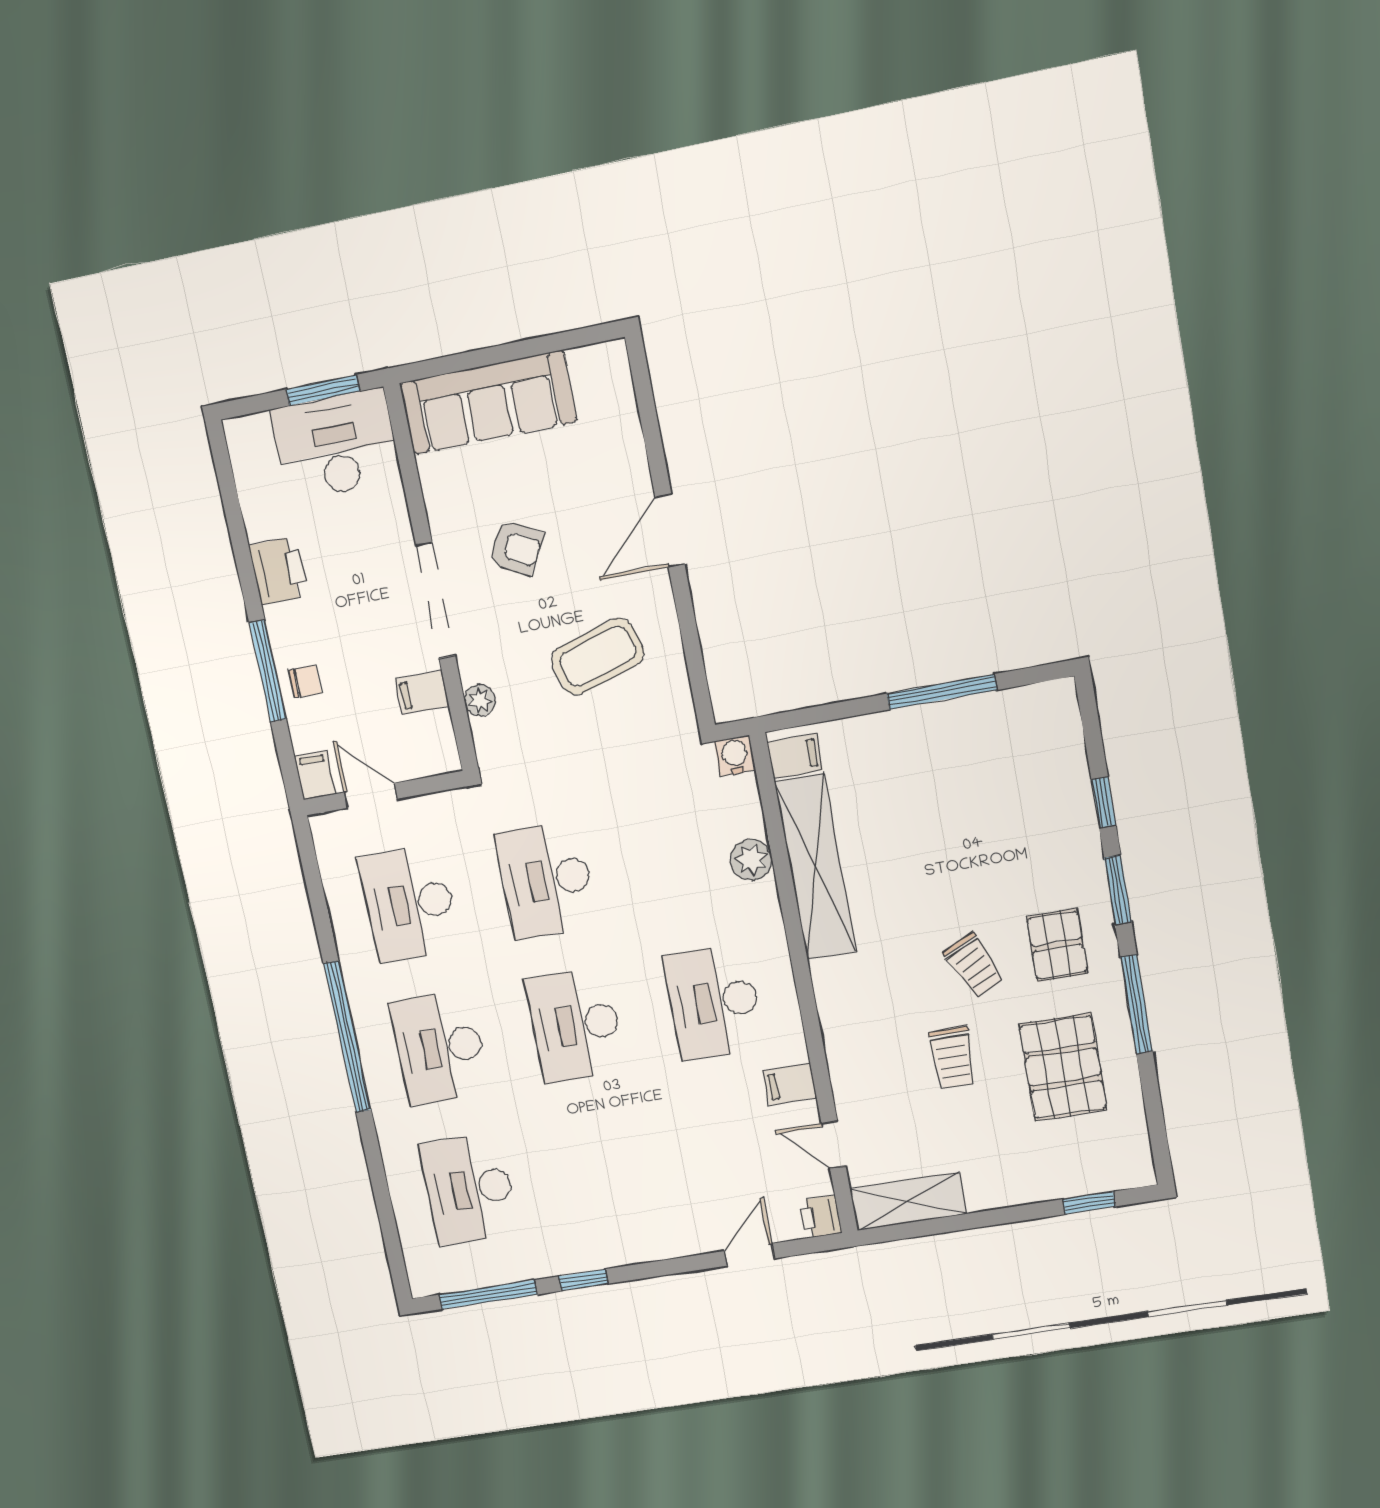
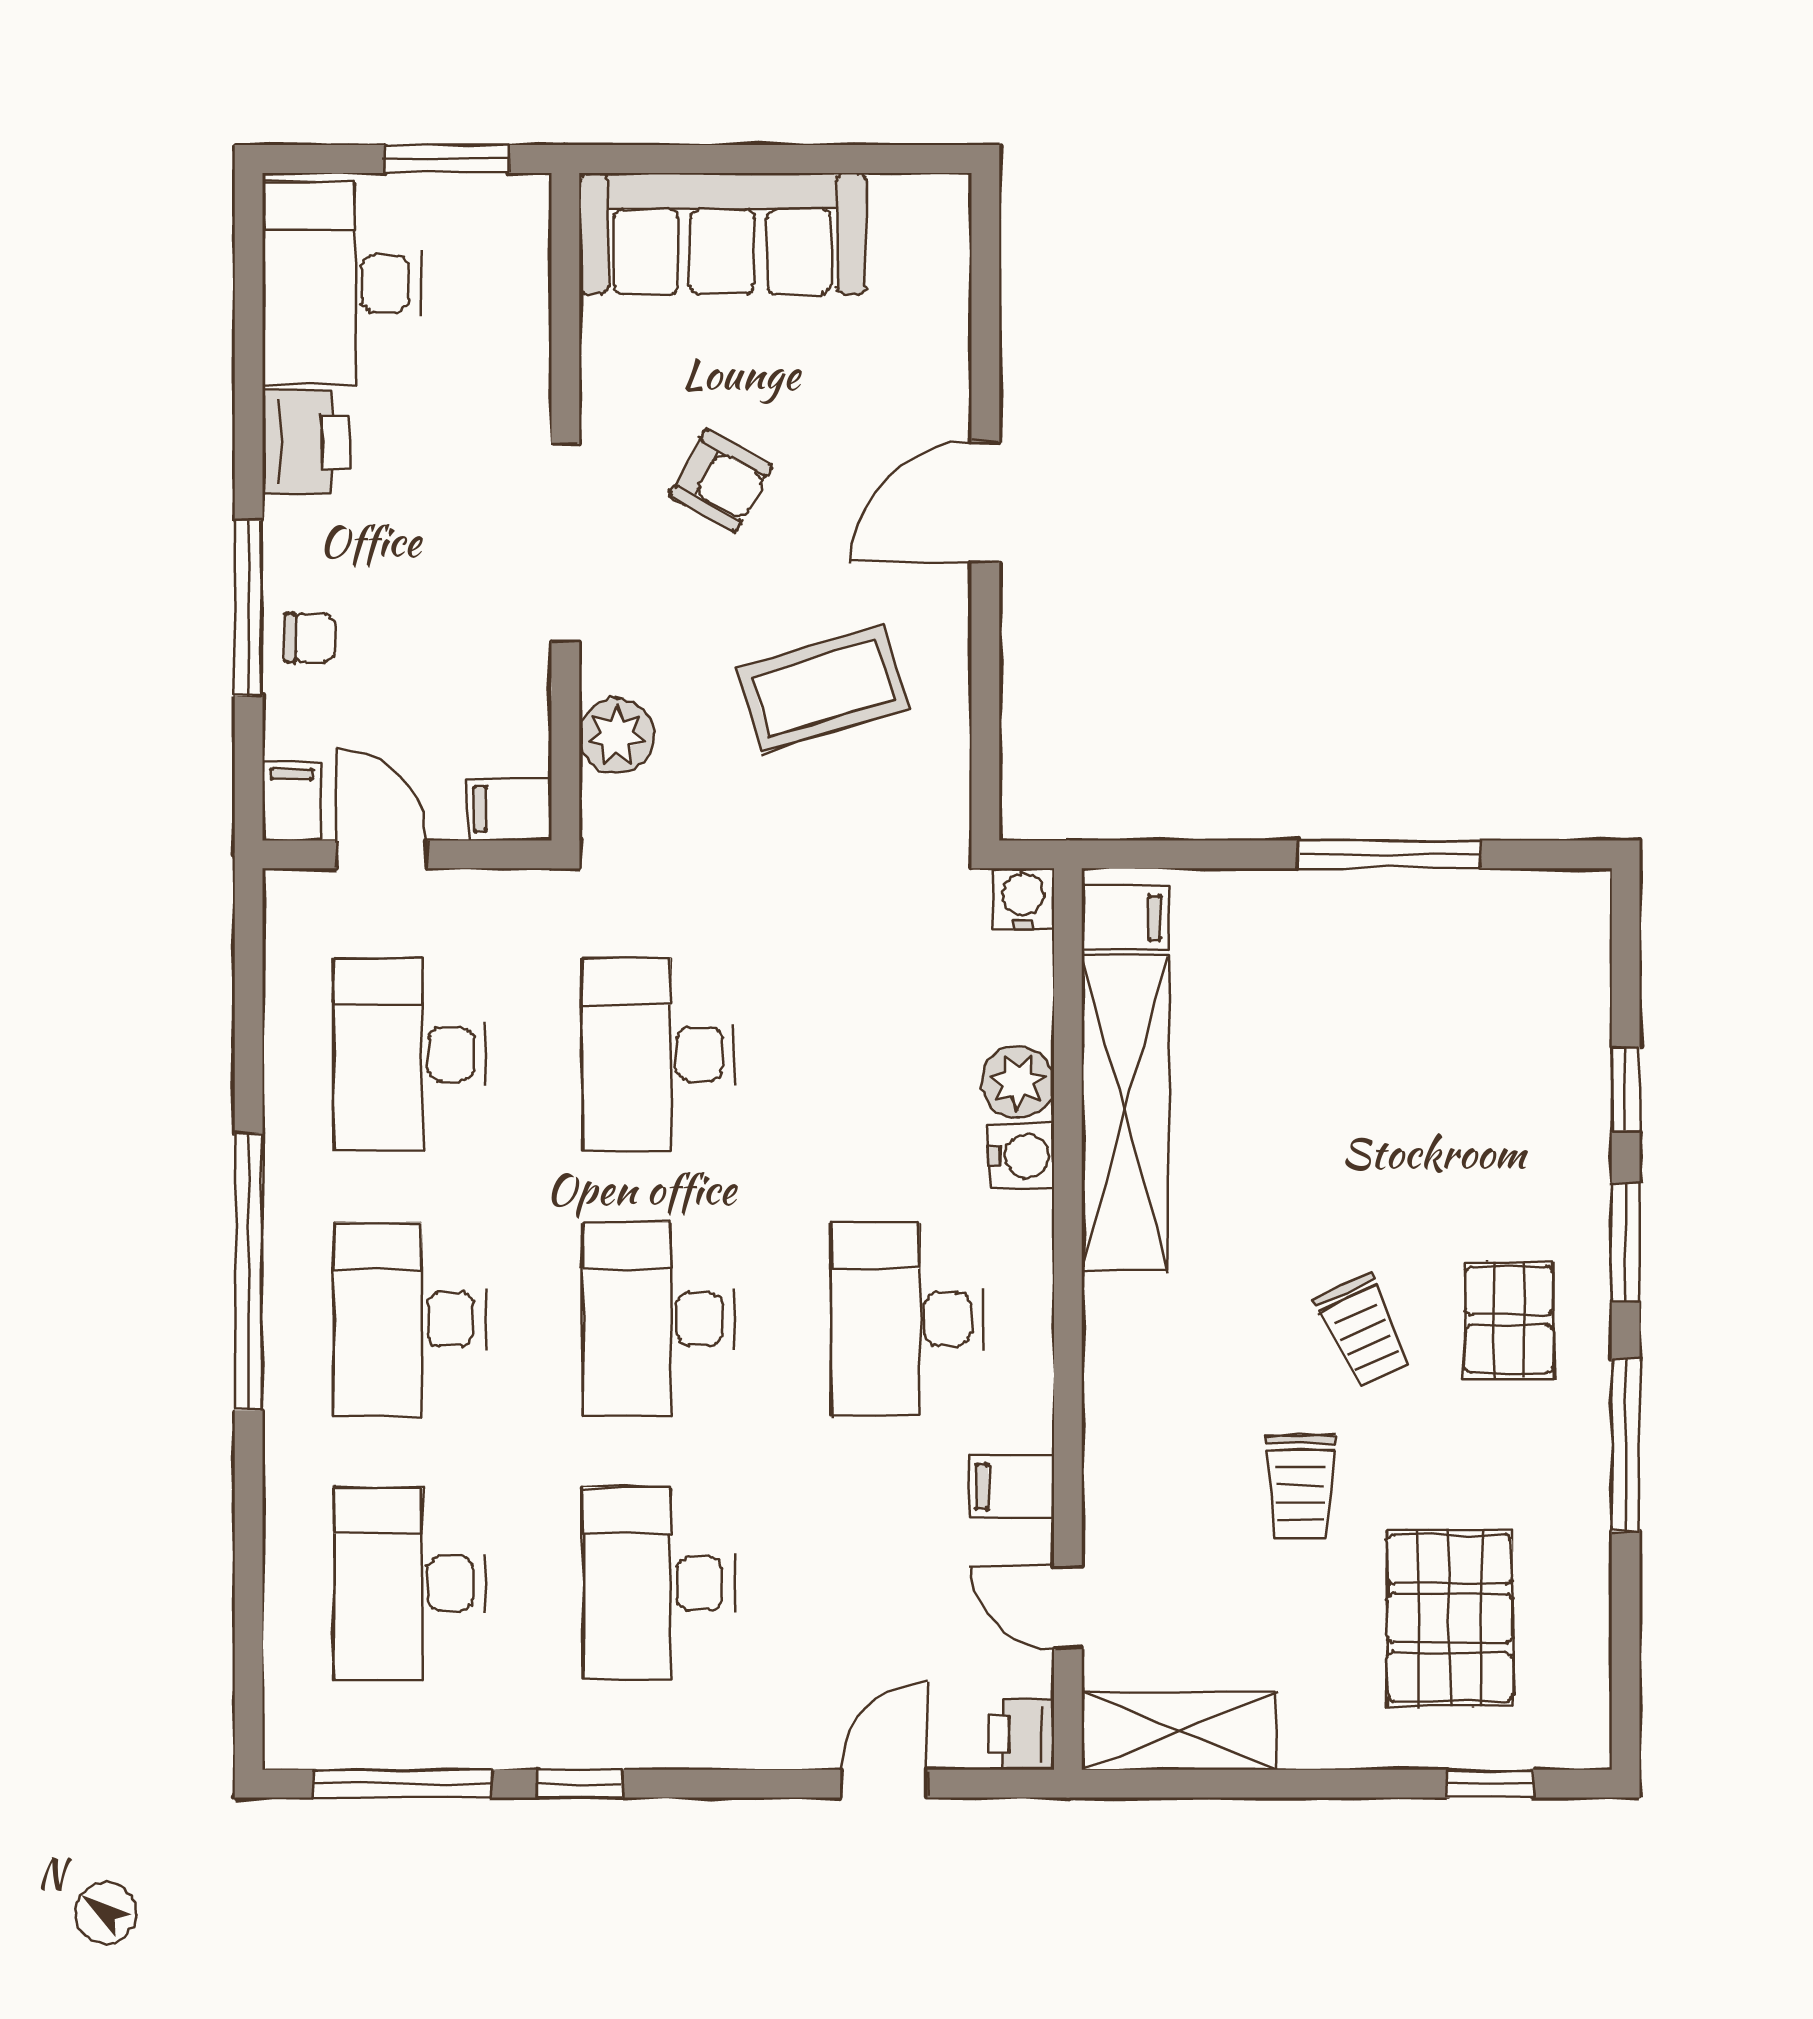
desk: (336, 445) -> (342, 283), moved, turned -90
filing cabinet: (422, 692) -> (509, 809), moved
plant: (480, 700) -> (617, 736), width x1.38, depth x1.38
water cooler: (761, 901) -> (1022, 1156), added
pallet: (1063, 1067) -> (1450, 1618), moved
desk: (604, 1167) -> (658, 1583), added

